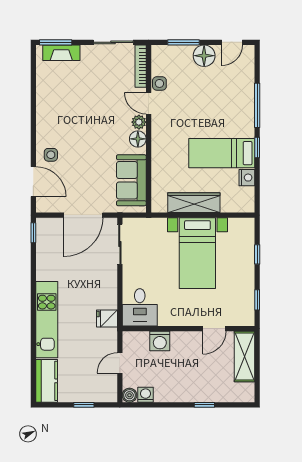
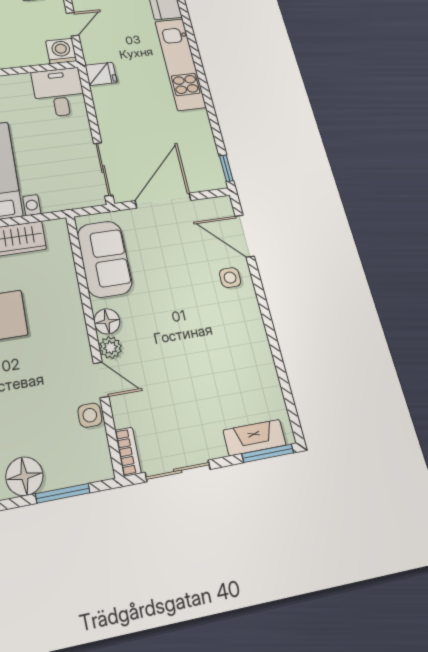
bookcase: (141, 66) -> (128, 452), width x0.64
washing machine: (160, 341) -> (61, 51), moved

